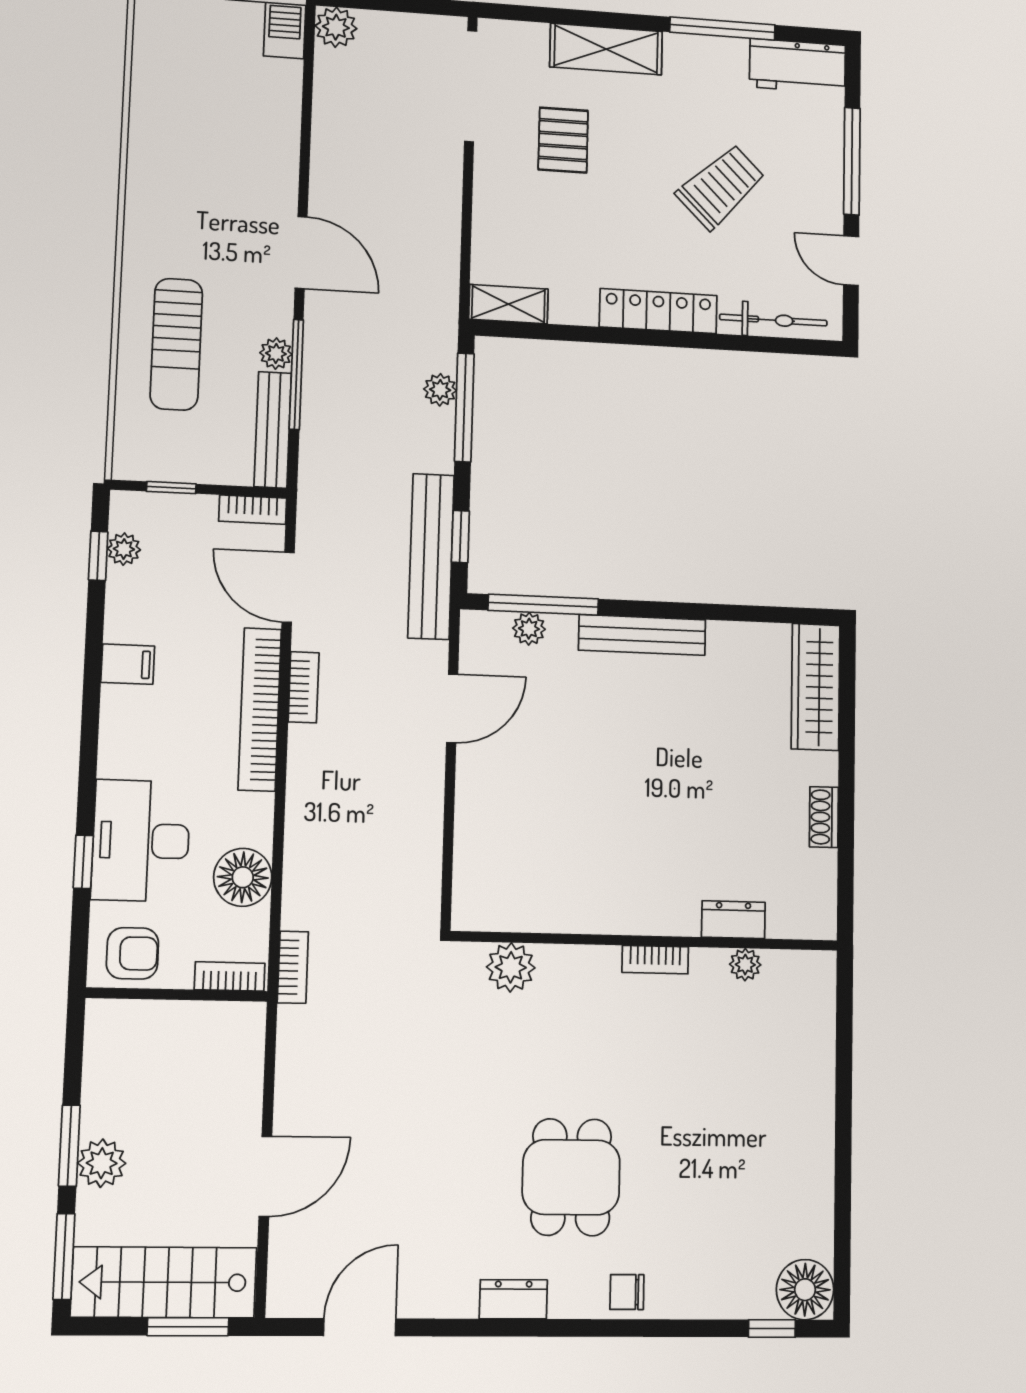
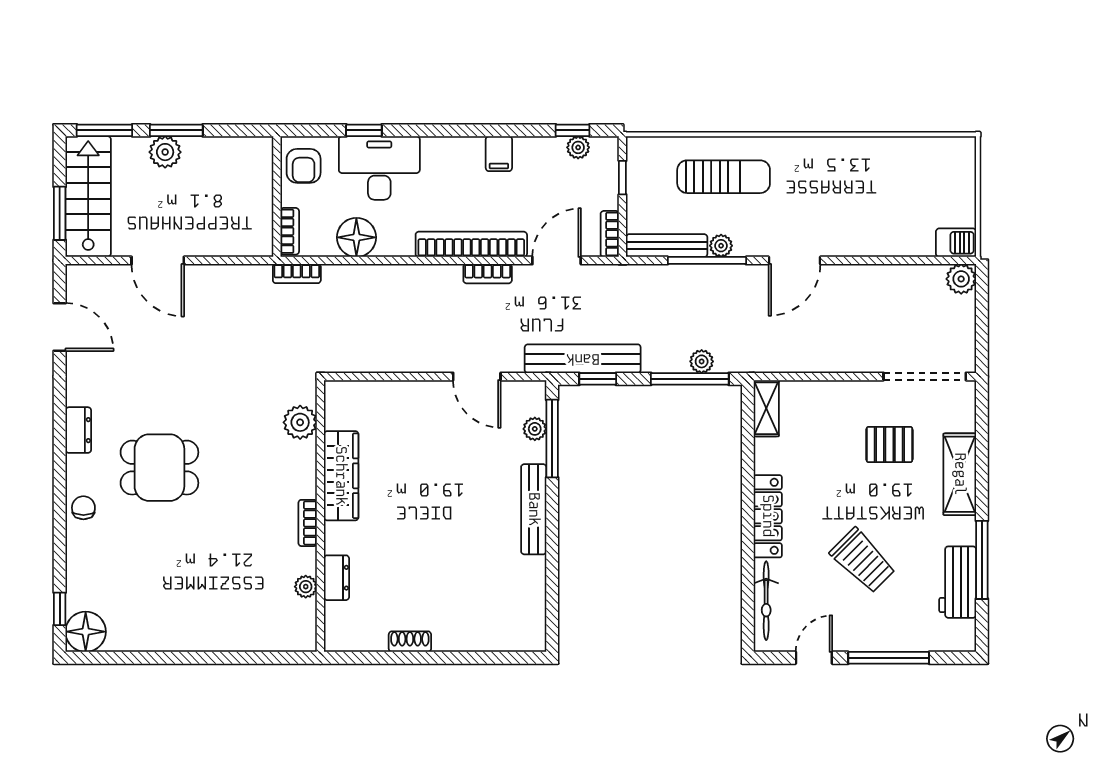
workbench: (797, 66) -> (958, 582), moved
sun lounger: (176, 344) -> (724, 177), turned 180
wardrobe: (816, 687) -> (341, 476), moved, turned 90

